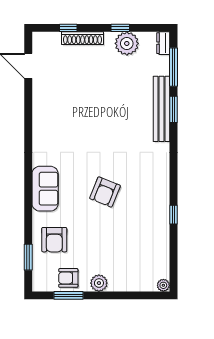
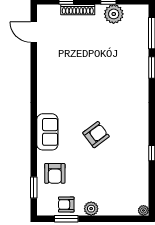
dresser: (163, 43) -> (143, 14), removed
bench: (161, 109) -> (142, 67), removed
armchair: (105, 192) -> (96, 135), turned -149

